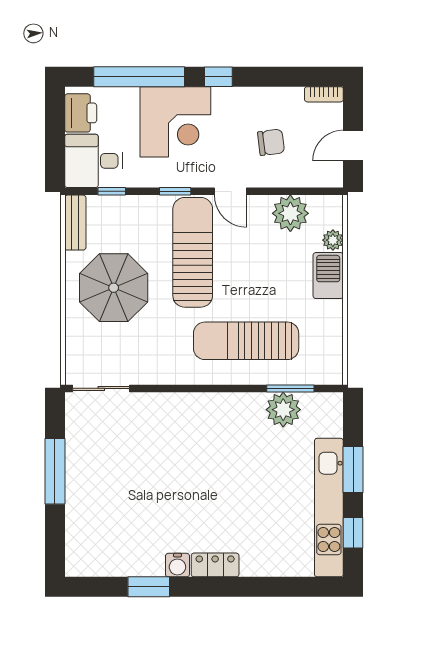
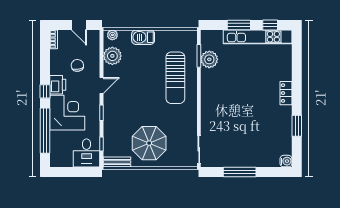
printer: (81, 113) -> (58, 85), moved, turned 90
plant: (333, 240) -> (112, 35), moved
sun lounger: (193, 252) -> (132, 104), removed
water cooler: (177, 565) -> (286, 161), moved

